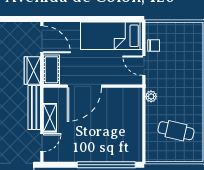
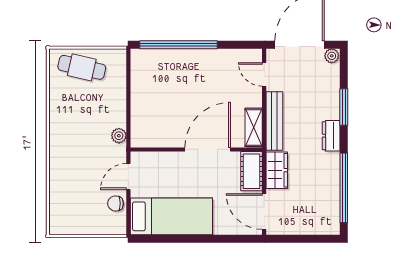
door: (144, 66) -> (128, 177), swing flipped
shelving: (50, 118) -> (254, 127), moved
cafe table: (176, 131) -> (82, 67), moved
door: (42, 142) -> (264, 74), hinge flipped

